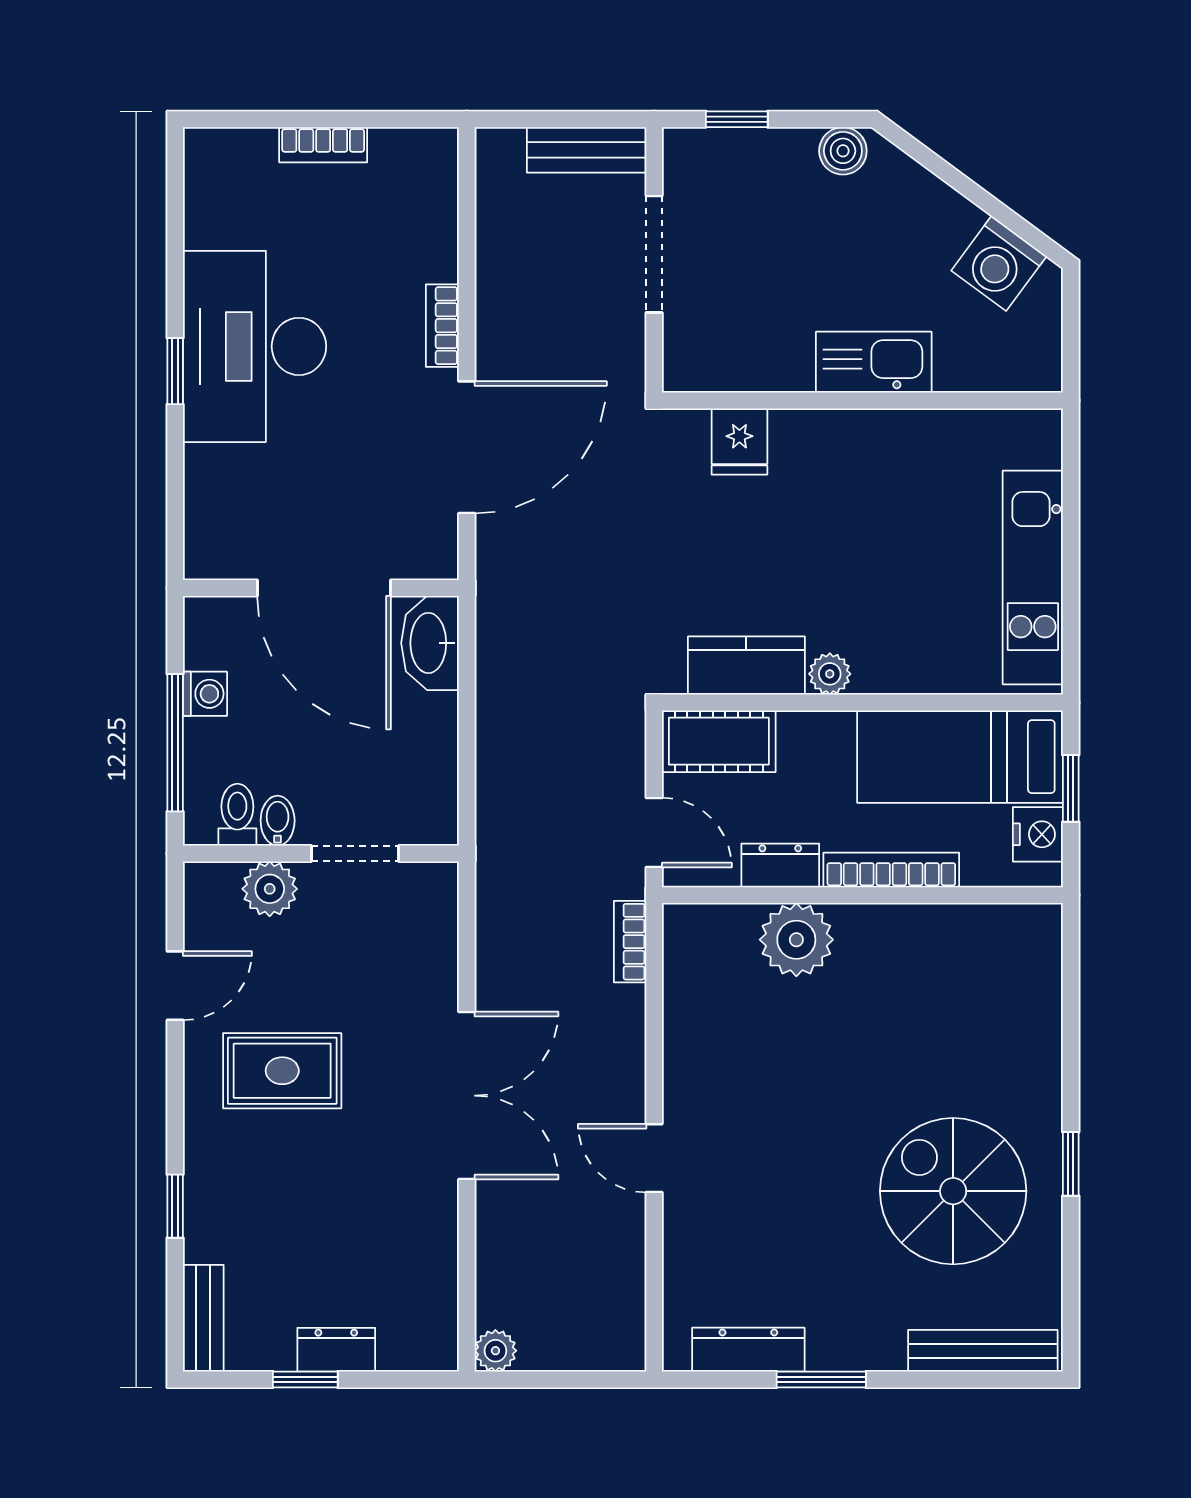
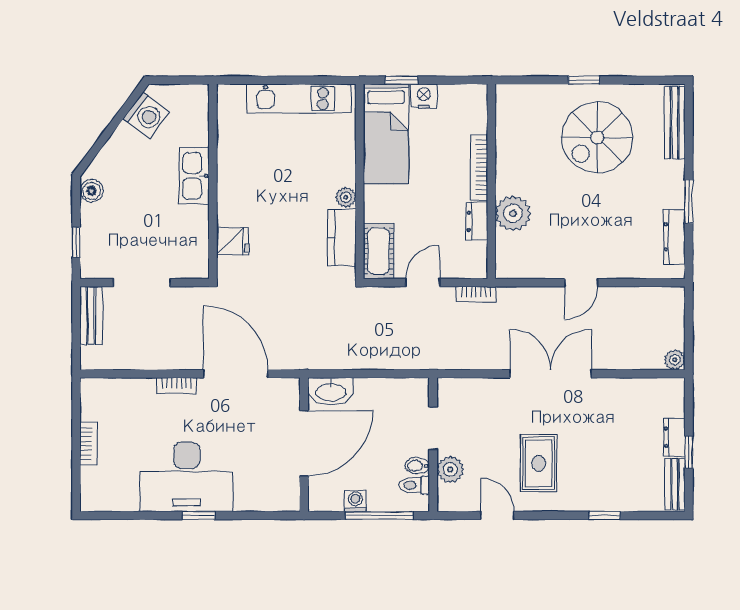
dresser: (780, 865) -> (477, 221), moved
bookcase: (891, 870) -> (479, 167), moved
wall: (862, 895) -> (491, 181), moved
plant: (796, 940) -> (513, 213), moved
bench: (203, 1318) -> (675, 484), moved, turned 90

